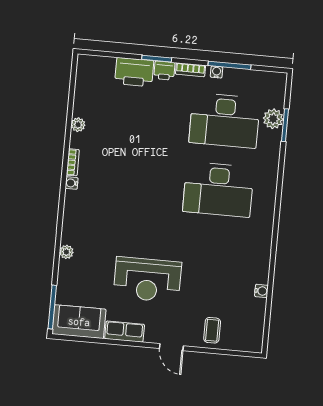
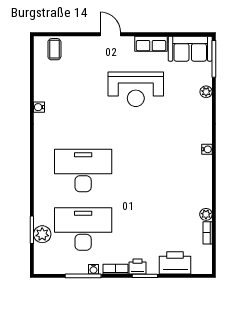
printer: (134, 72) -> (175, 263), moved
bookcase: (73, 162) -> (208, 233), moved
water cooler: (72, 183) -> (207, 149), moved
plant: (66, 252) -> (206, 92), moved
reception desk: (147, 280) -> (136, 89), turned 180
water cooler: (261, 291) -> (39, 107), moved
coffee table: (212, 330) -> (54, 49), moved

